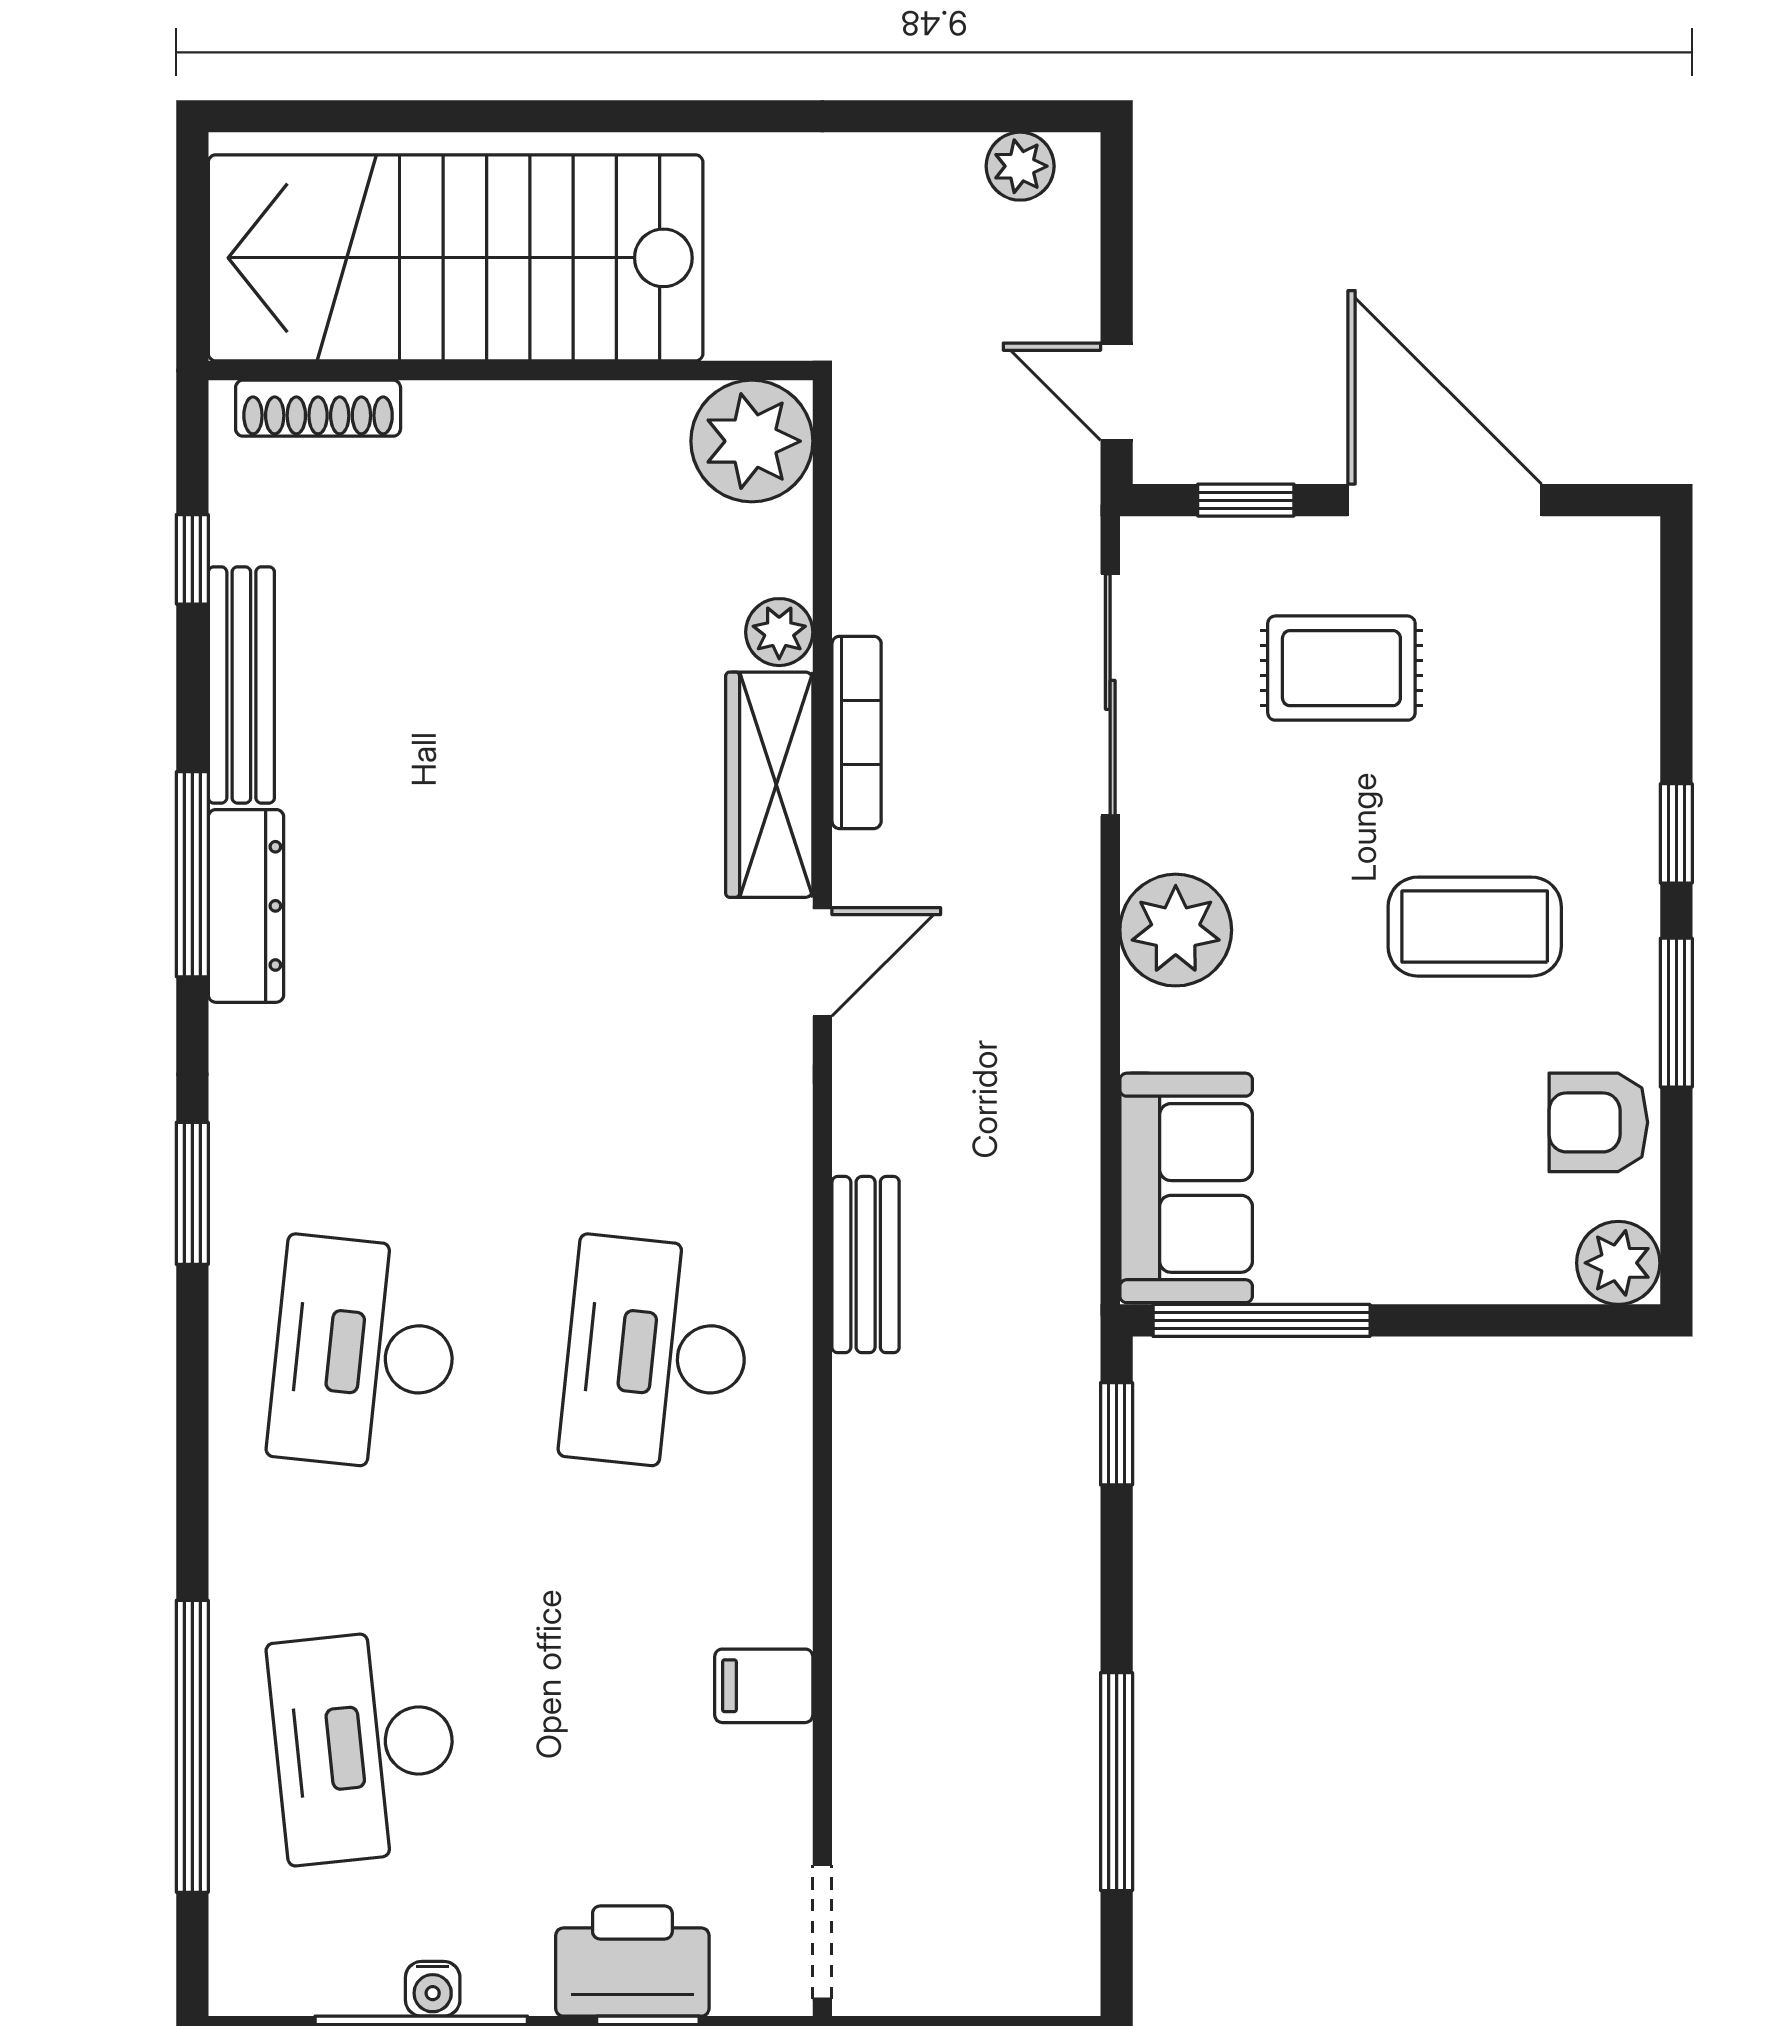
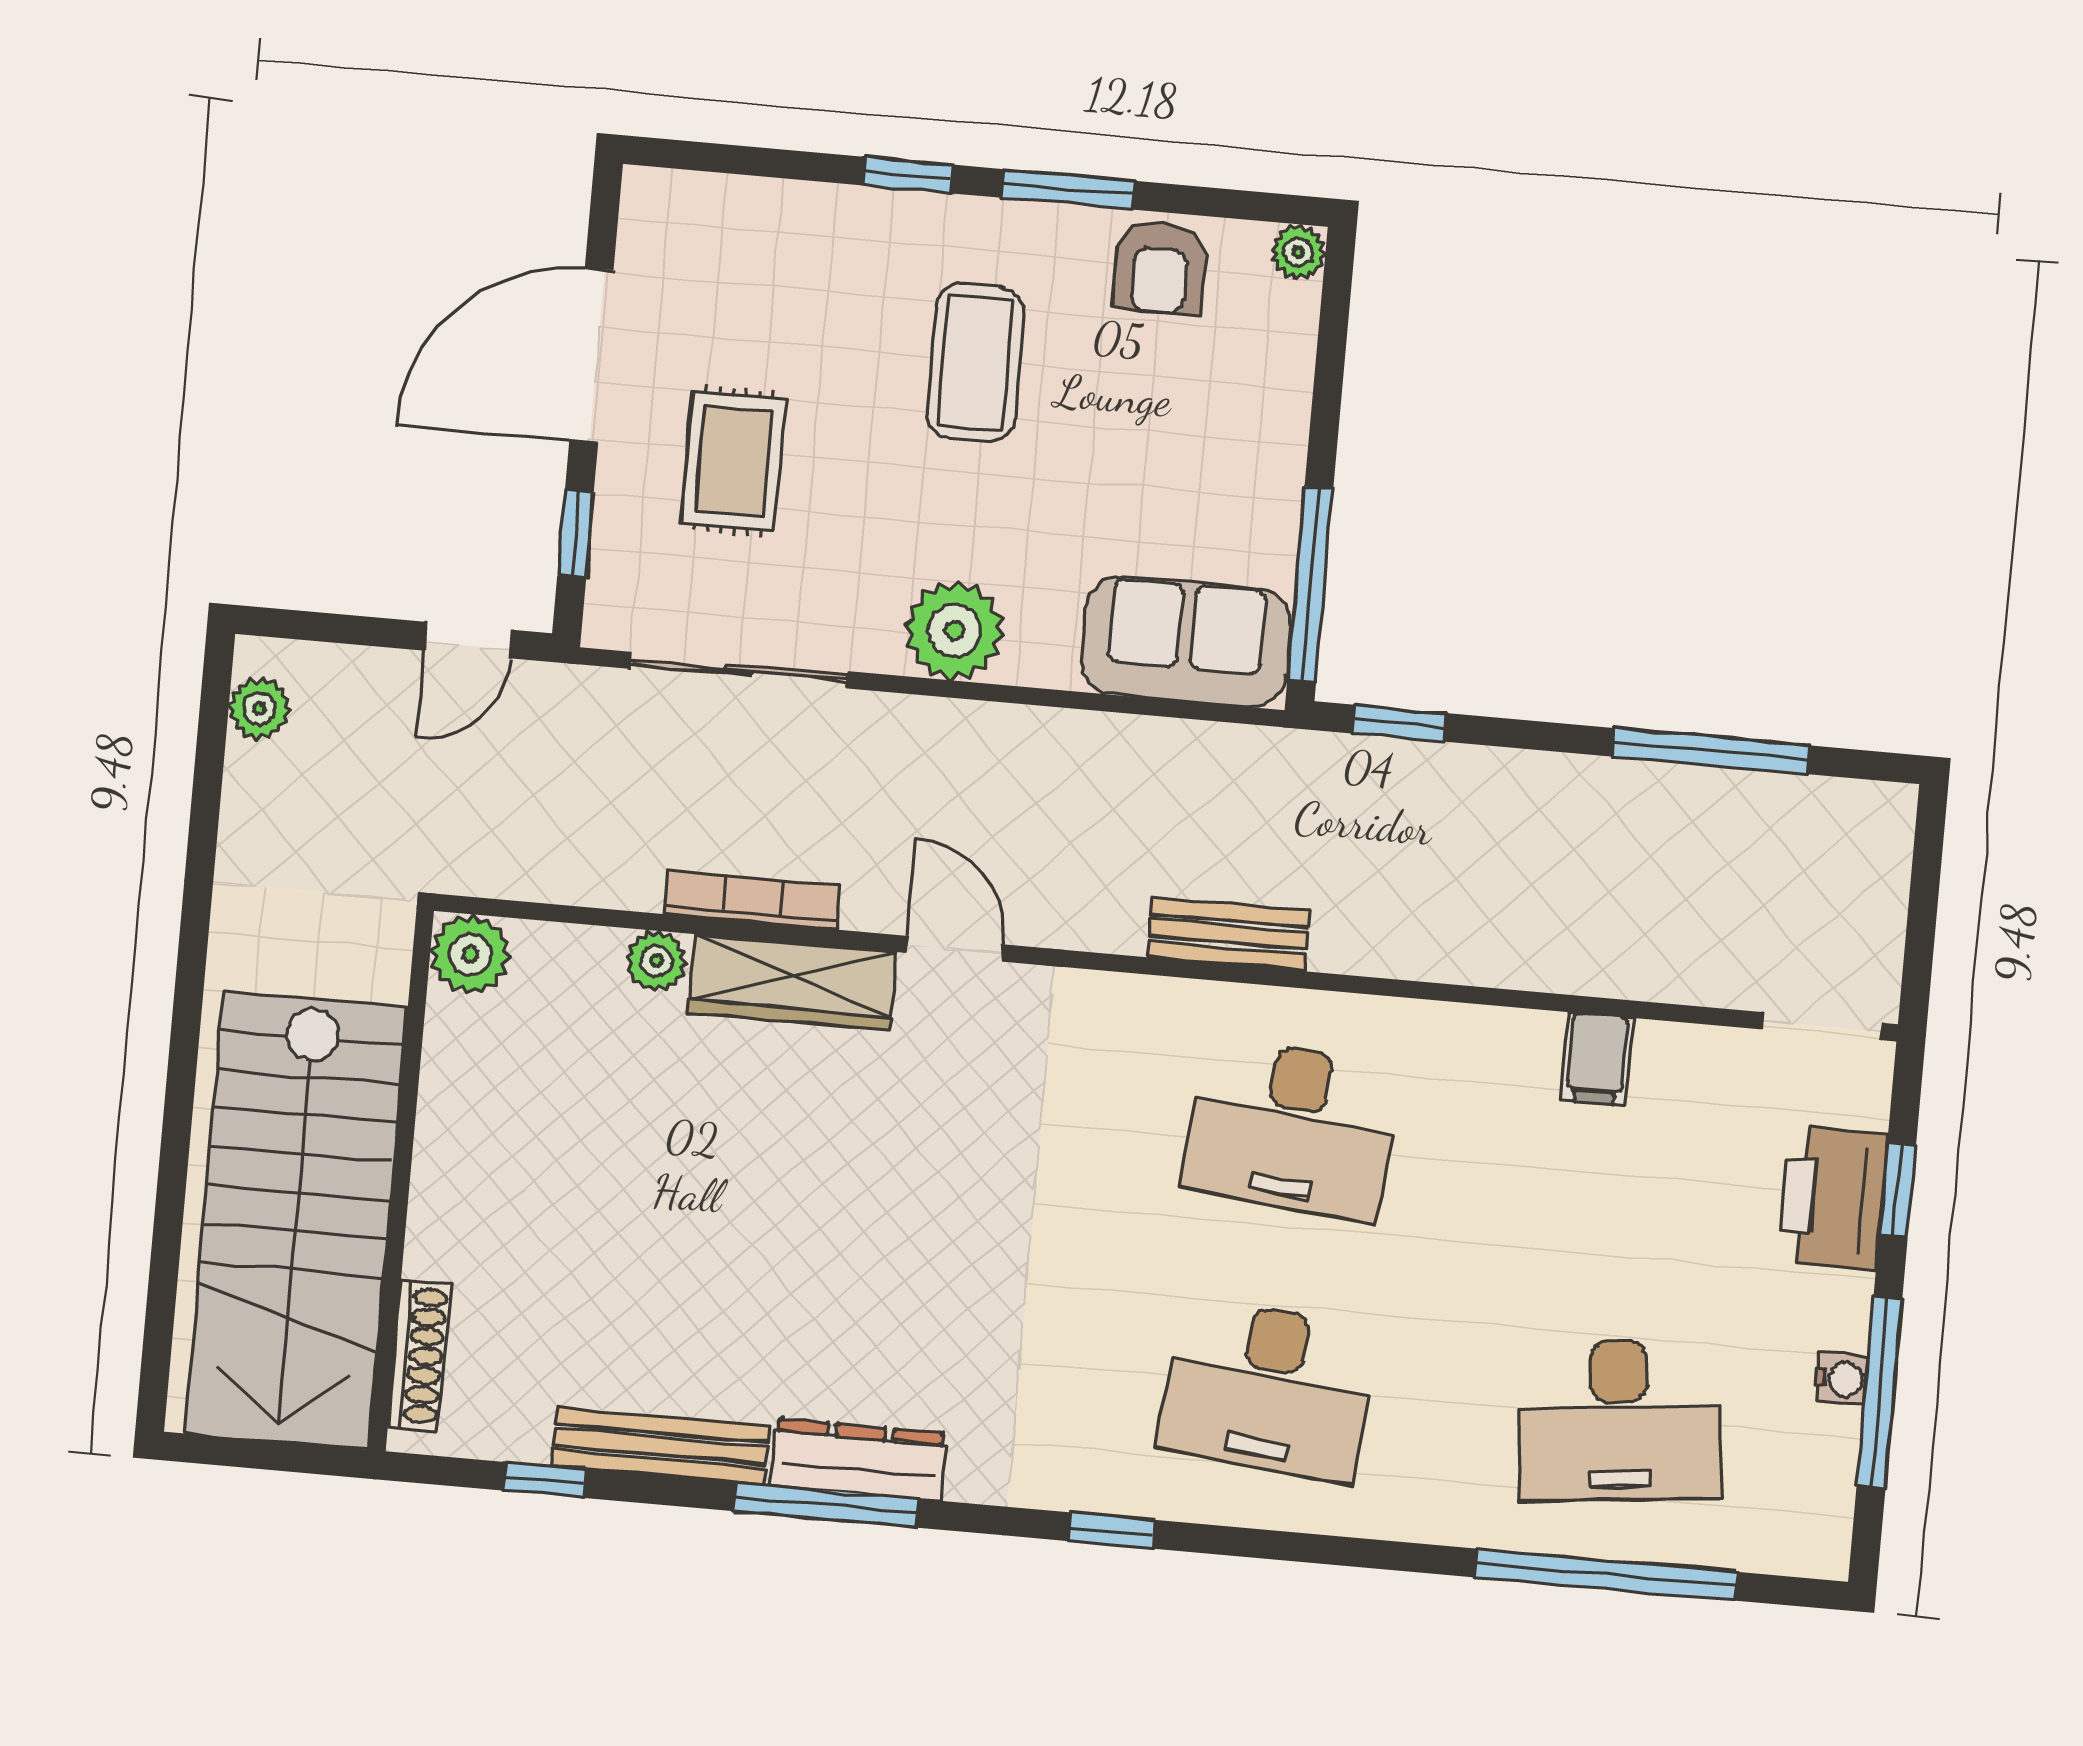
plant: (752, 441) -> (470, 954), width x0.73, depth x0.73
window: (192, 1193) -> (1111, 1530), width x0.67
plant: (1618, 1263) -> (1298, 252), width x0.73, depth x0.73

